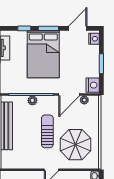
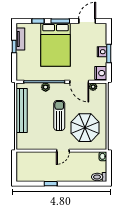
nightstand: (94, 39) -> (102, 52), moved
door: (69, 95) -> (79, 82), hinge flipped

